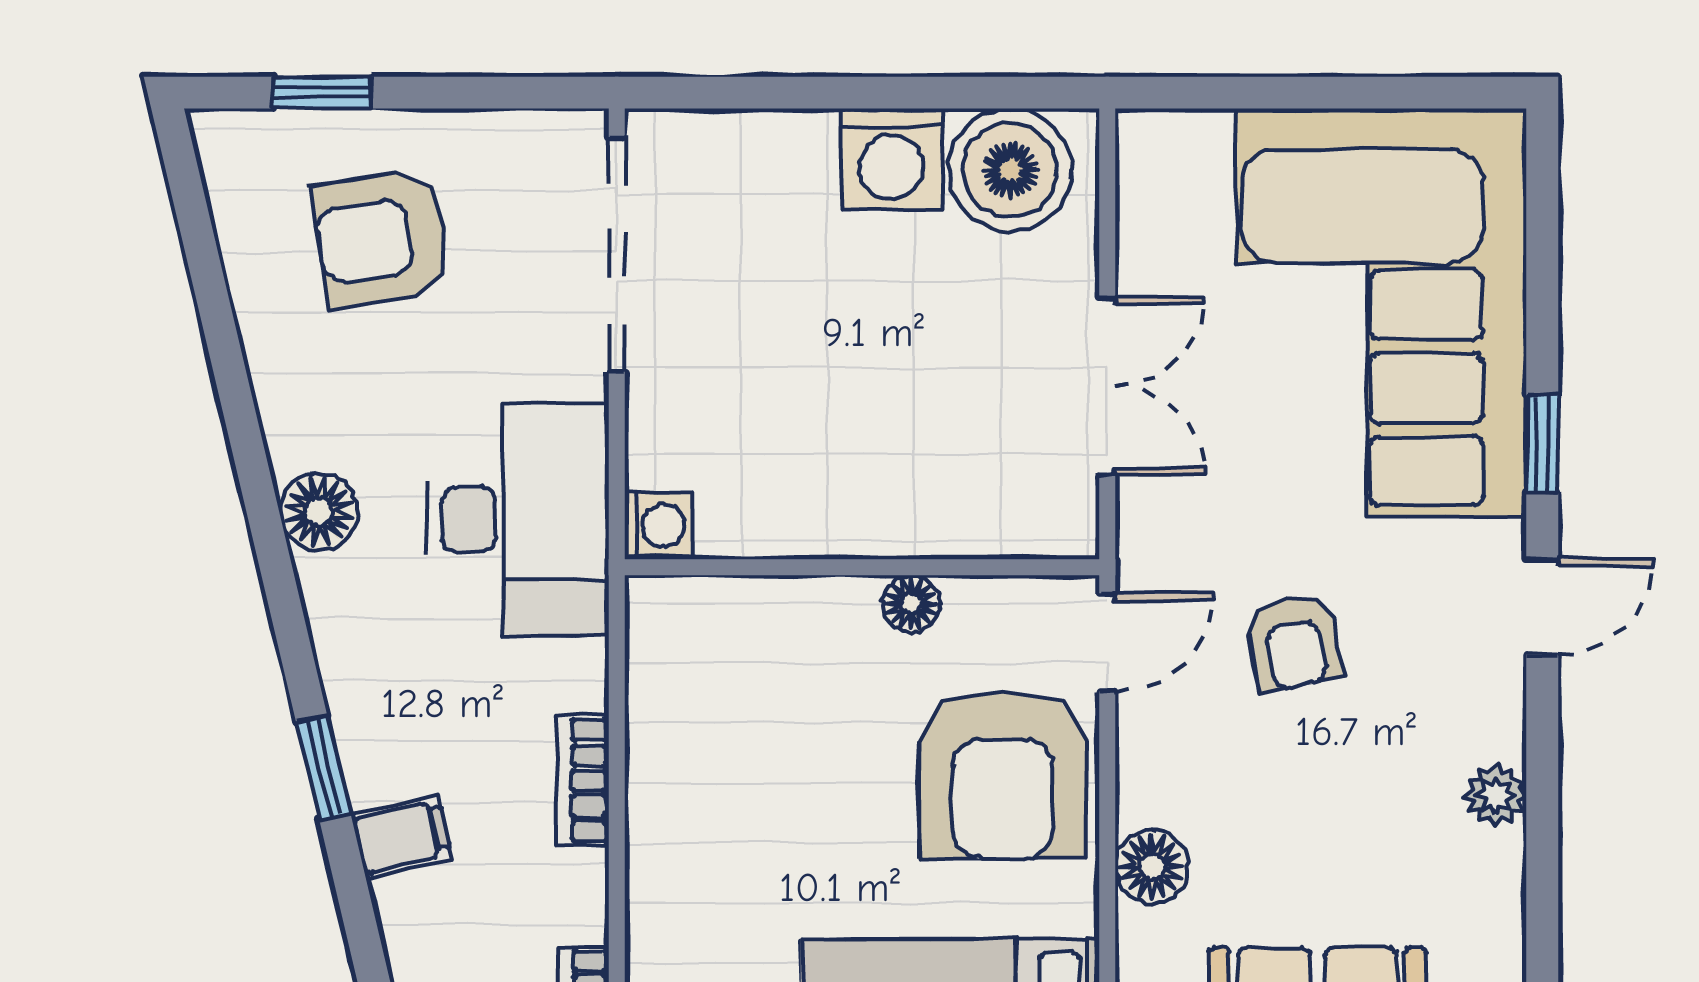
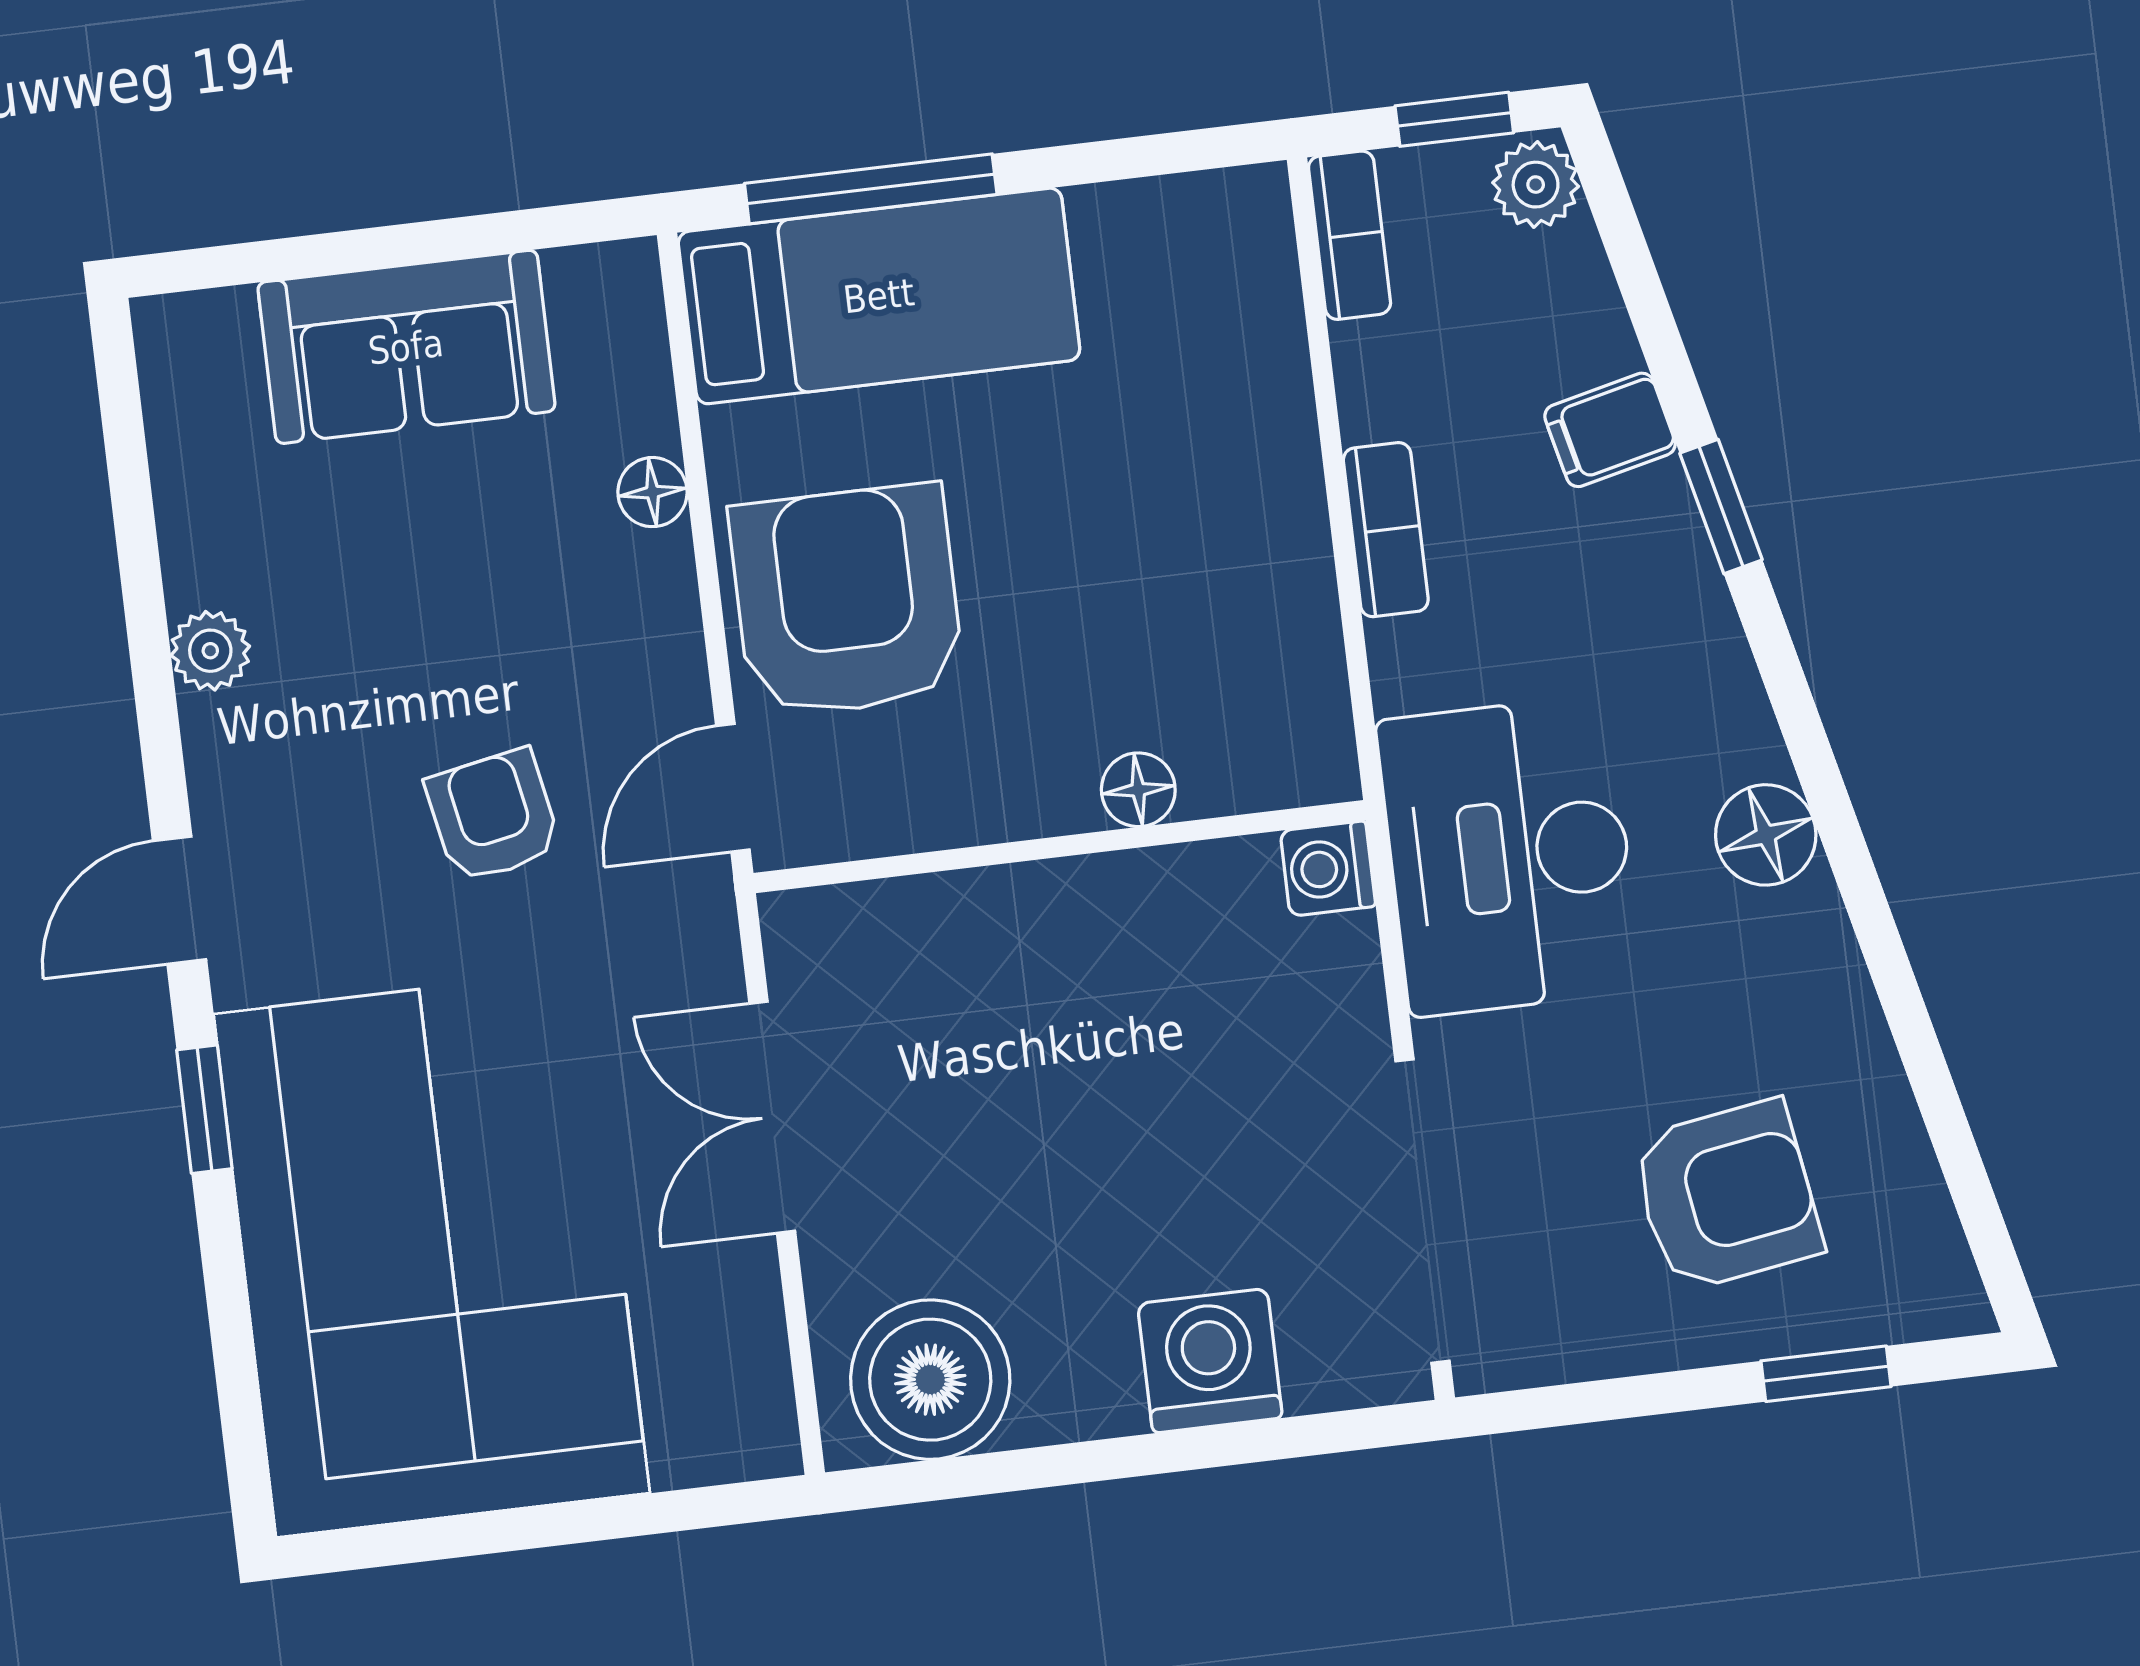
washing machine: (891, 159) -> (1210, 1361), moved
floor lamp: (911, 604) -> (1138, 790), moved
floor lamp: (1152, 867) -> (653, 492), width x0.73, depth x0.73

